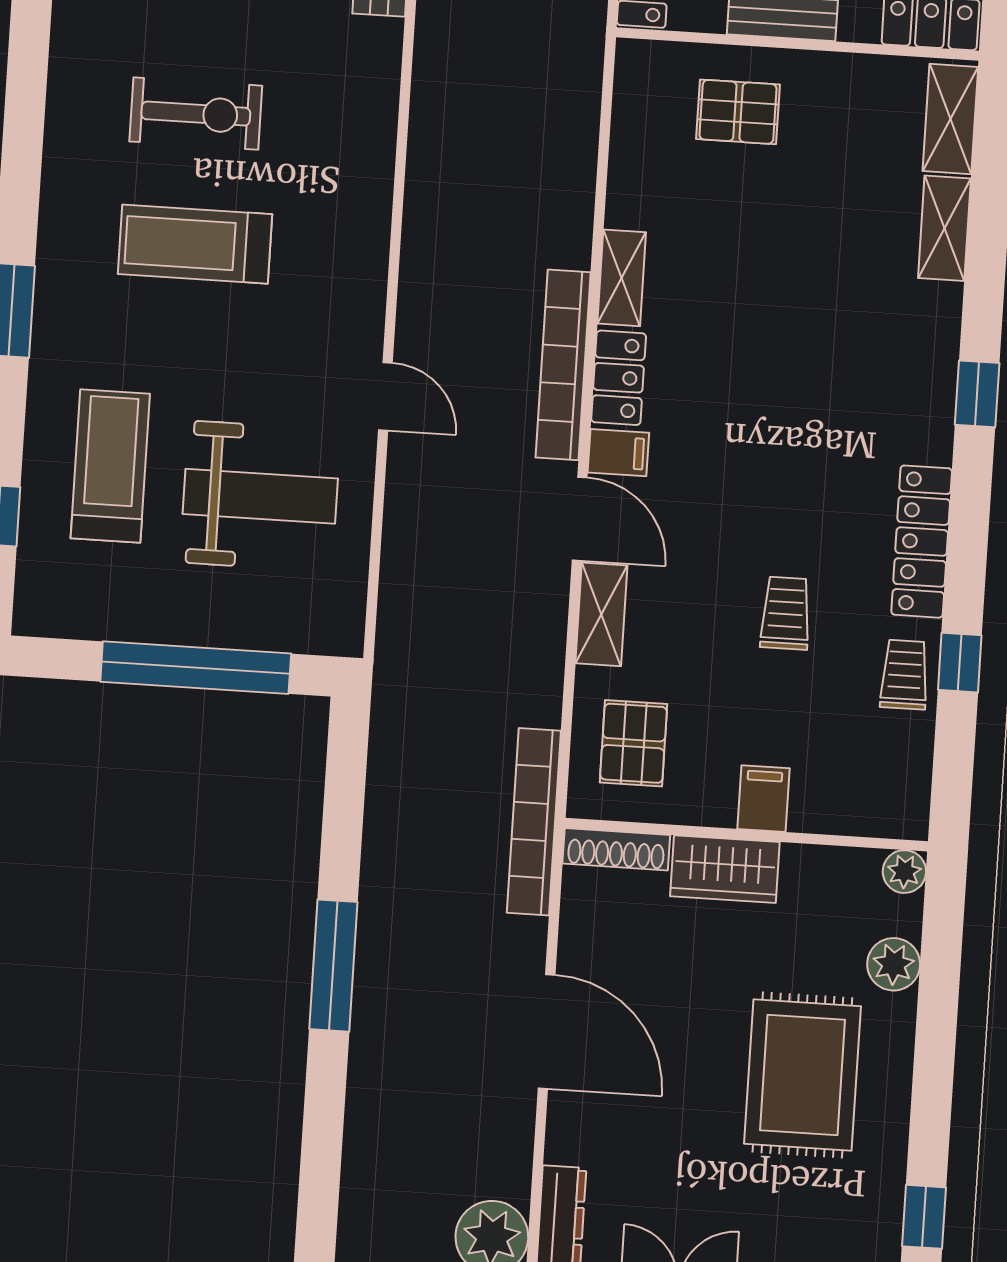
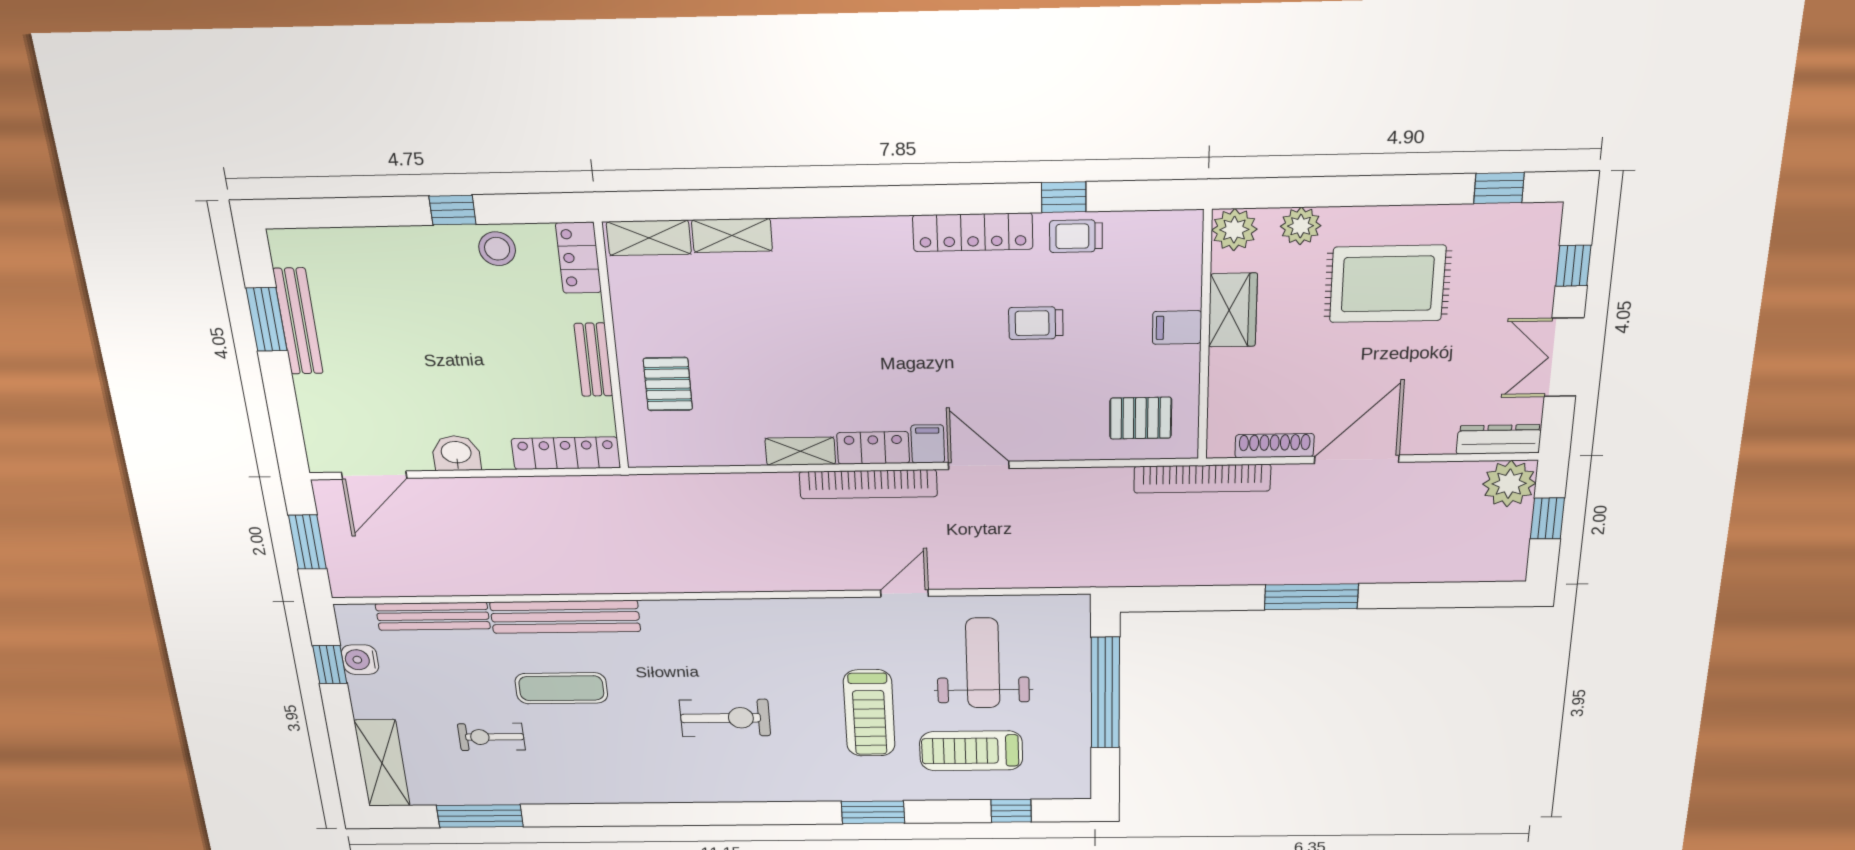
exercise bike: (196, 114) -> (725, 718), turned 90
treadmill: (195, 244) -> (869, 713), moved
window: (977, 394) -> (855, 202), removed
door: (580, 519) -> (979, 465), hinge flipped
shelving: (601, 614) -> (1047, 446), removed
shoe rack: (616, 849) -> (1275, 446), moved, turned -90
wardrobe: (725, 869) -> (1233, 310), moved
plant: (904, 872) -> (1234, 230), width x1.38, depth x1.38

